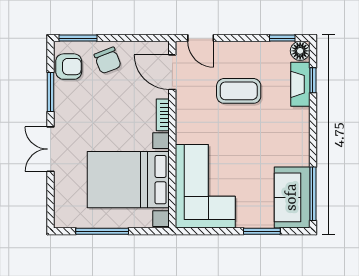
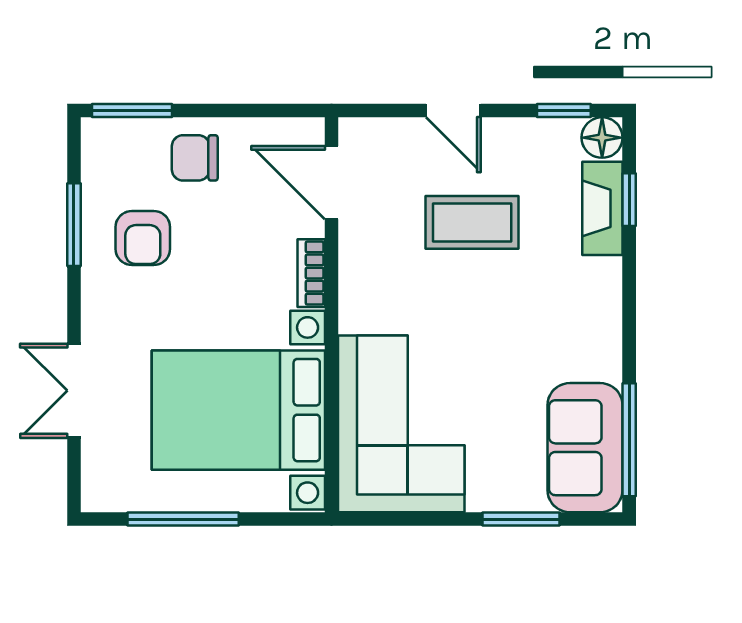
door: (201, 38) -> (453, 110), moved
chair: (108, 60) -> (195, 158), turned 111
armchair: (69, 67) -> (143, 238), moved, turned 90
double door: (51, 149) -> (74, 391), moved

